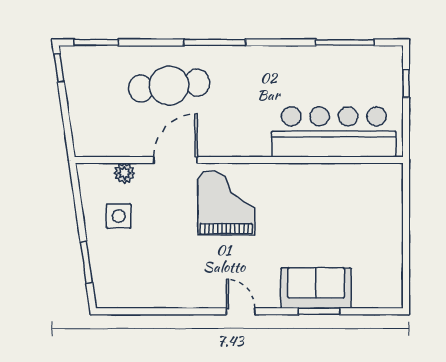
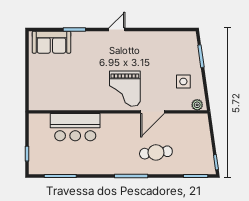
cafe table: (169, 86) -> (156, 152), width x0.73, depth x0.74
bar counter: (334, 132) -> (75, 127), width x0.73
plant: (124, 173) -> (197, 105), moved
sofa: (316, 288) -> (51, 42), moved
door: (241, 311) -> (117, 30), swing flipped

